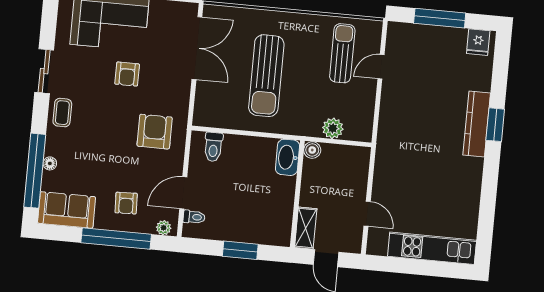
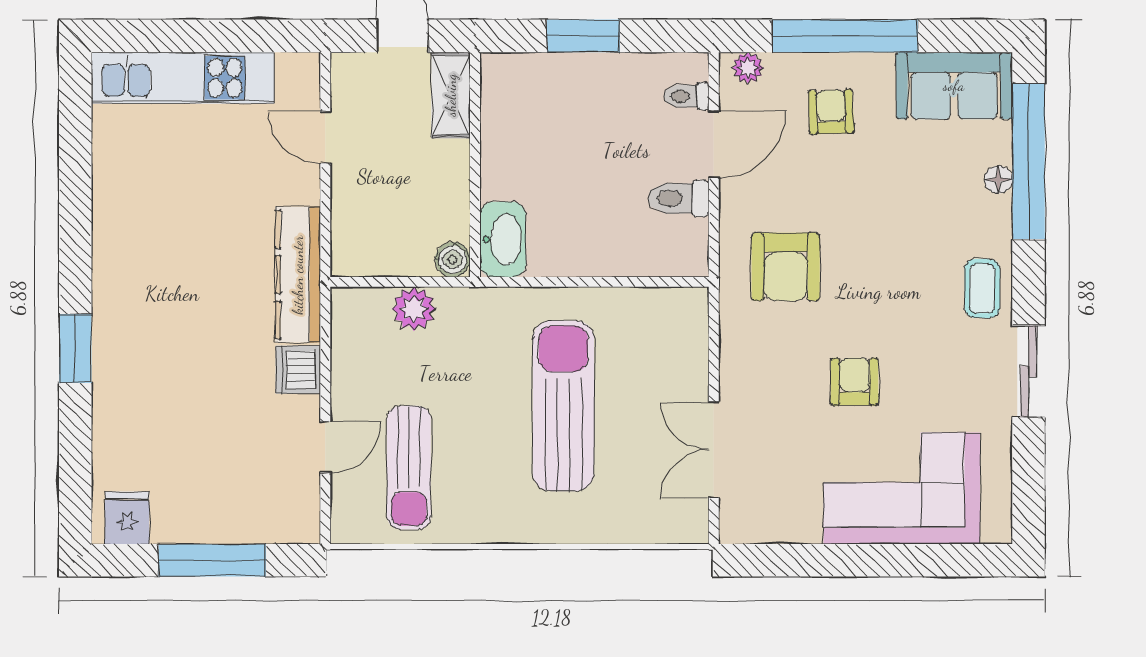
double door: (197, 48) -> (714, 450), width x0.73
dishwasher: (390, 105) -> (298, 370), added
kitchen counter: (477, 124) -> (298, 275), moved, turned 180
toilet: (213, 147) -> (678, 198), moved, turned -90

